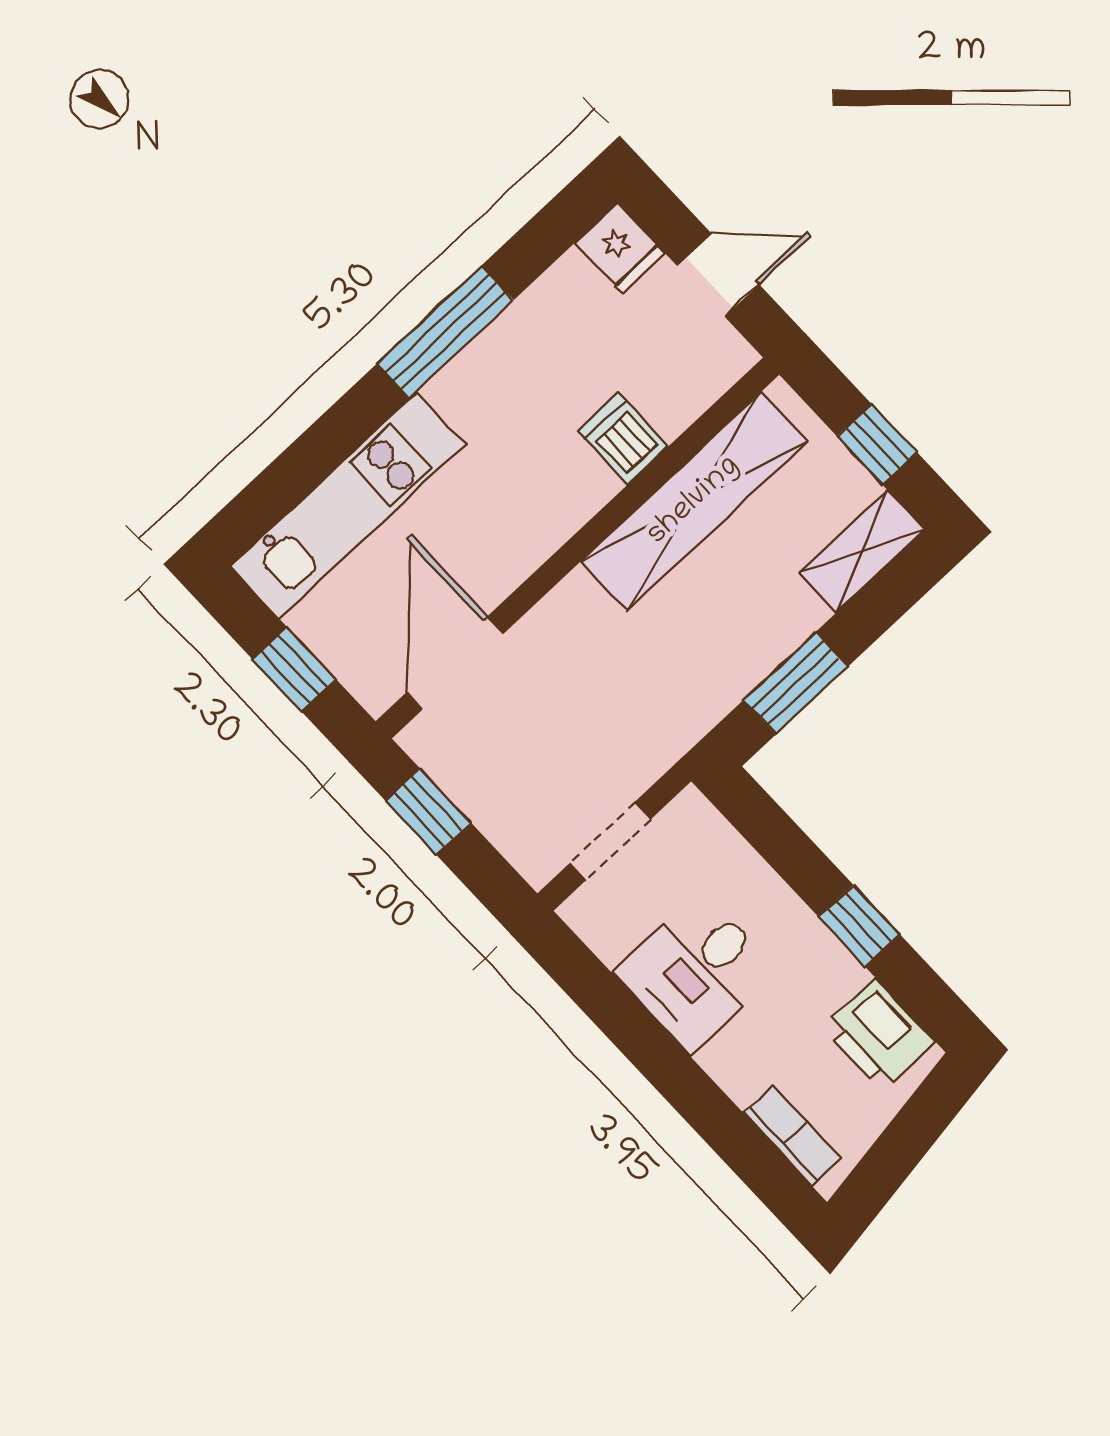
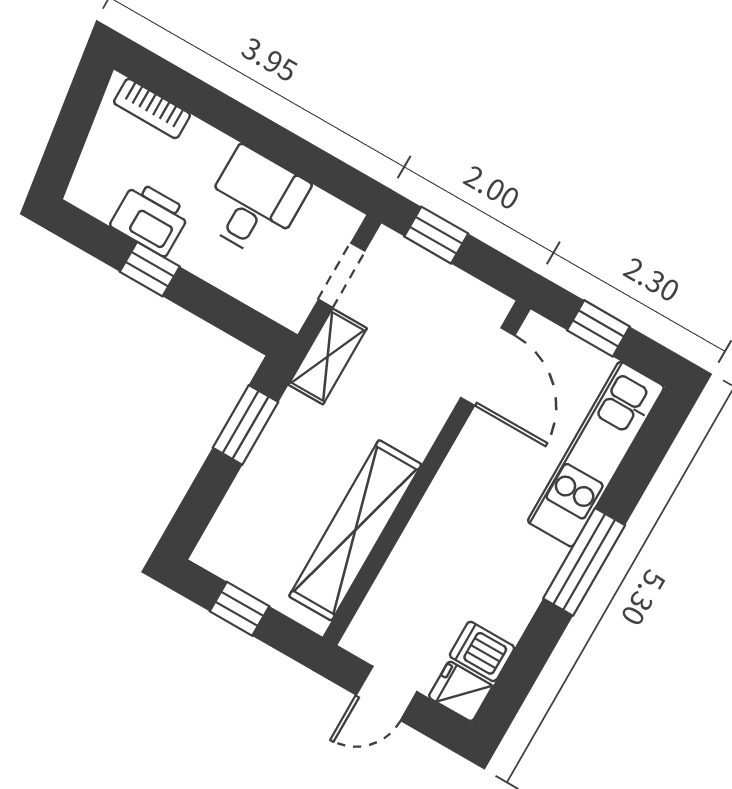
window: (445, 332) -> (584, 562), moved
dishwasher: (623, 439) -> (482, 651), moved, turned 180
shelving: (862, 551) -> (328, 357), moved
window: (428, 812) -> (436, 235), moved
printer: (879, 1035) -> (150, 219), moved

